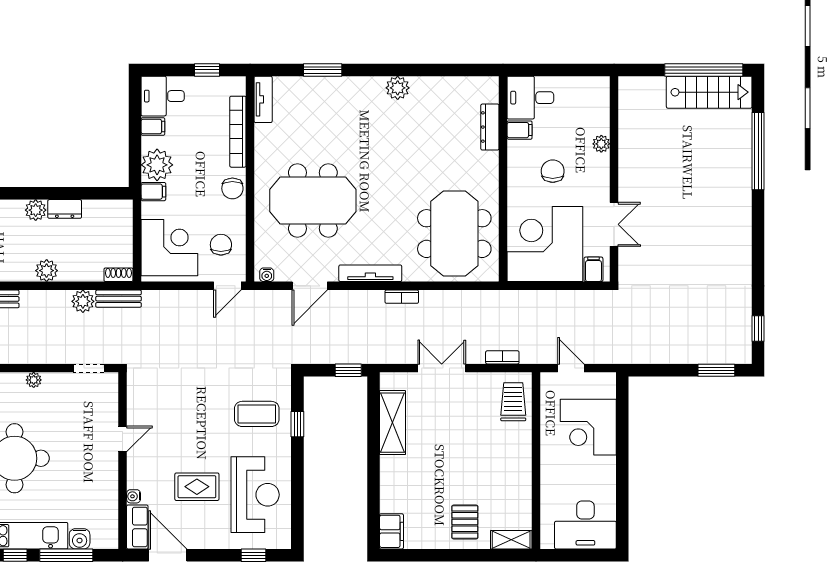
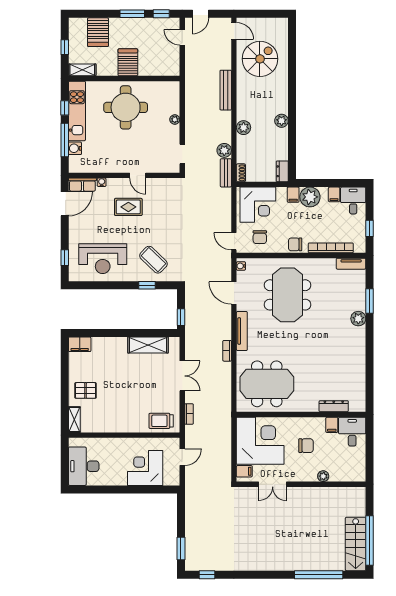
plant: (398, 88) -> (358, 319), moved
dresser: (65, 209) -> (282, 171), moved
chair: (221, 245) -> (260, 237), turned 90
trolley: (513, 402) -> (161, 421), turned 180
coffee table: (257, 414) -> (153, 260), turned -46
rug: (197, 487) -> (128, 207), moved, turned 90

